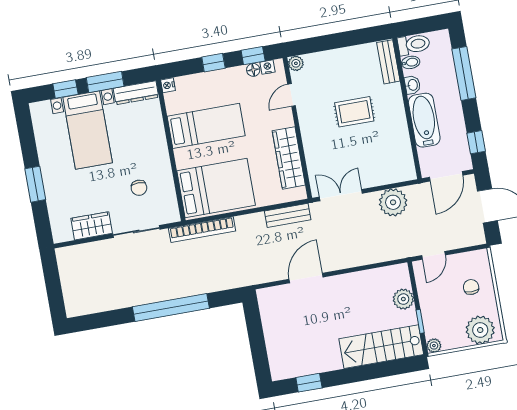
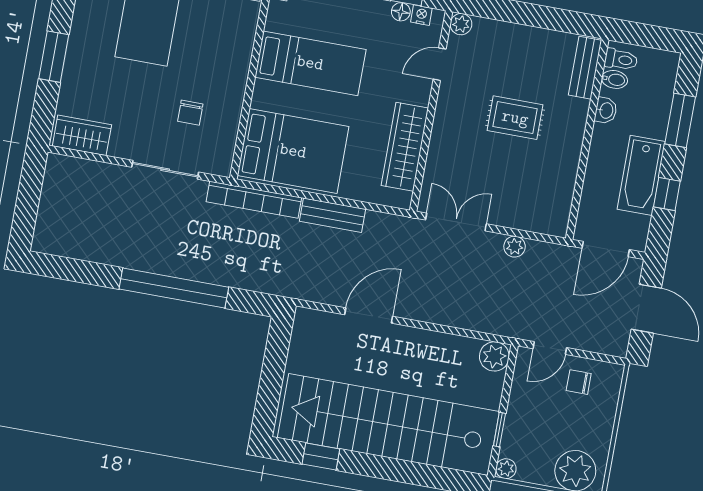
toilet: (414, 44) -> (621, 60), width x0.73, depth x0.72
window: (464, 73) -> (680, 120), width x0.69
bathtub: (424, 120) -> (641, 175), moved, turned 180
window: (476, 142) -> (667, 194), moved
plant: (393, 202) -> (515, 247), width x0.53, depth x0.53
bench: (288, 215) -> (332, 215), moved
wardrobe: (92, 226) -> (82, 135), moved
chair: (471, 287) -> (579, 382), moved, turned -90
plant: (403, 299) -> (494, 356), moved
stairs: (381, 347) -> (388, 425), width x1.86, depth x1.51

